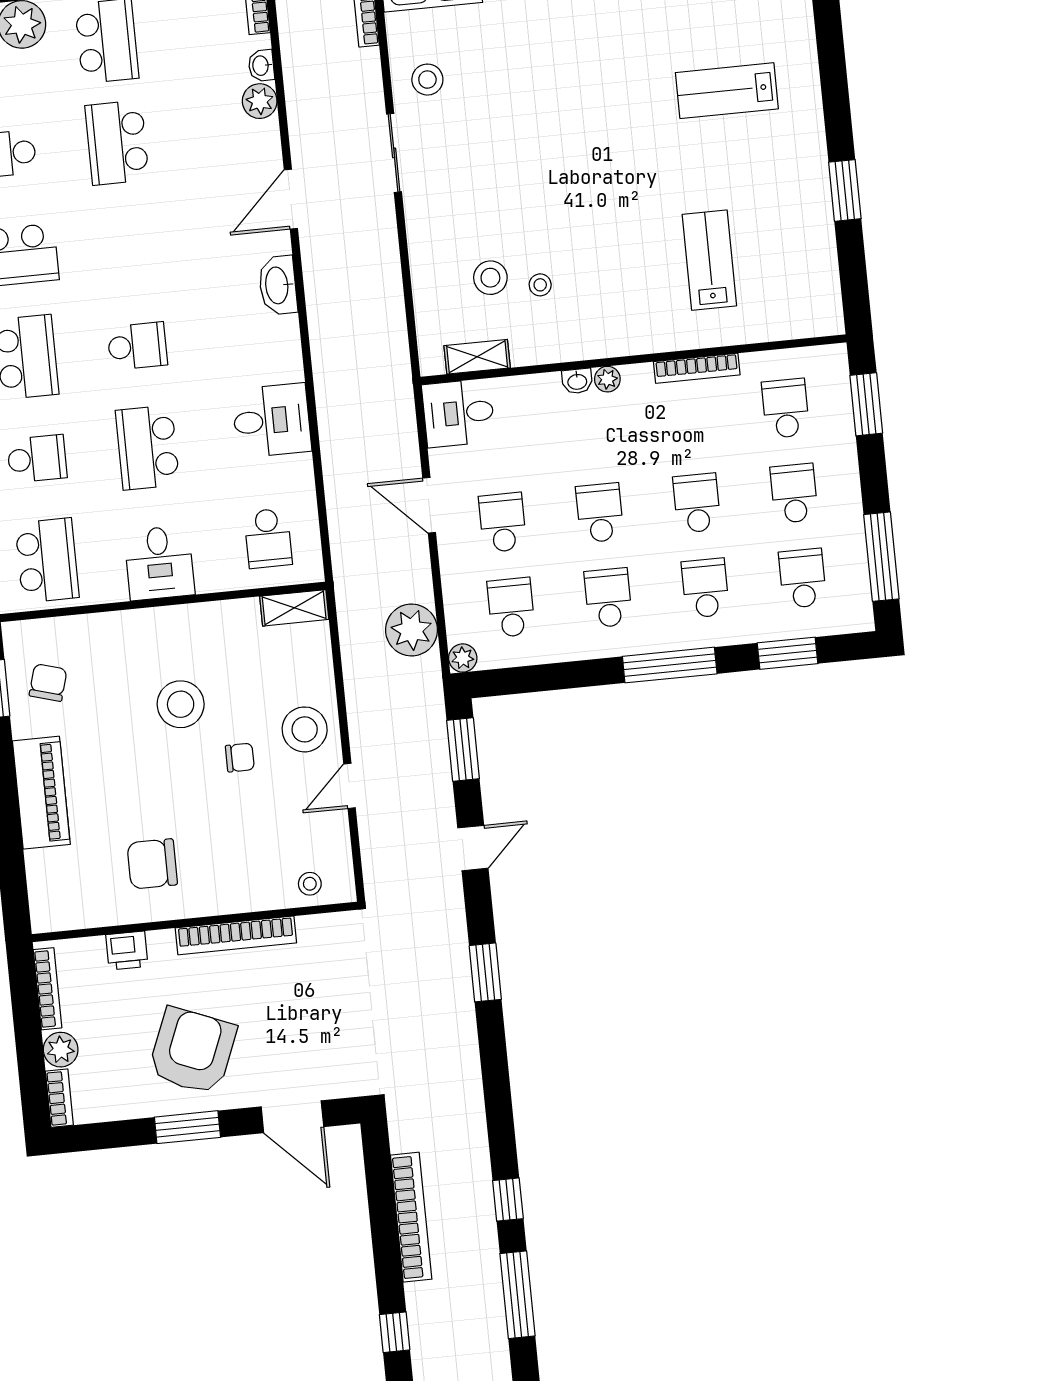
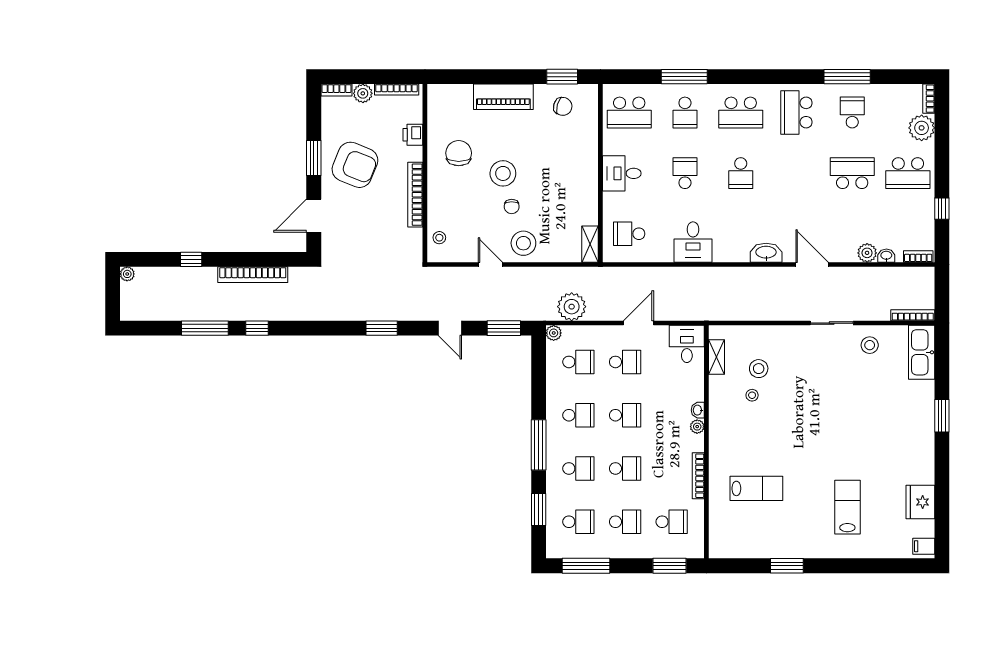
school desk: (147, 448) -> (685, 173), width x0.54
stool: (181, 704) -> (503, 173), moved

